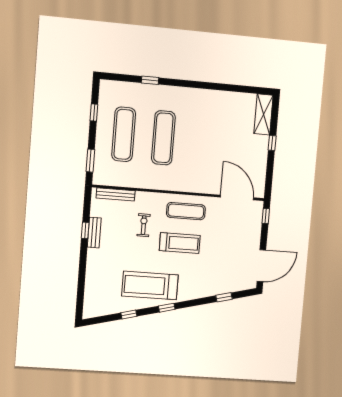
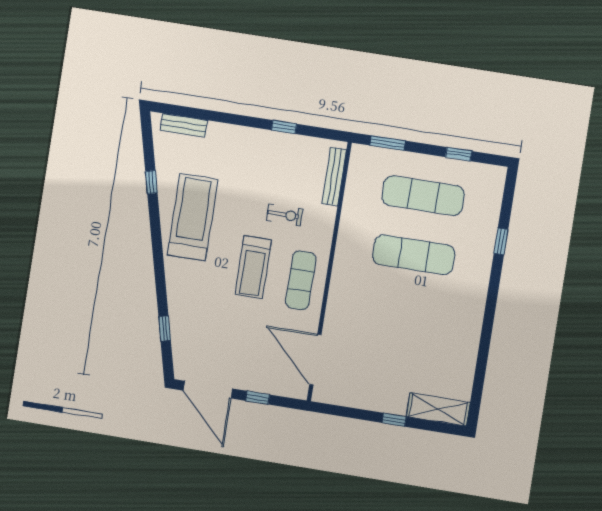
door: (237, 197) -> (315, 360), swing flipped
window: (266, 216) -> (258, 398), moved
bench: (94, 233) -> (184, 125), moved
window: (167, 308) -> (157, 240), removed

